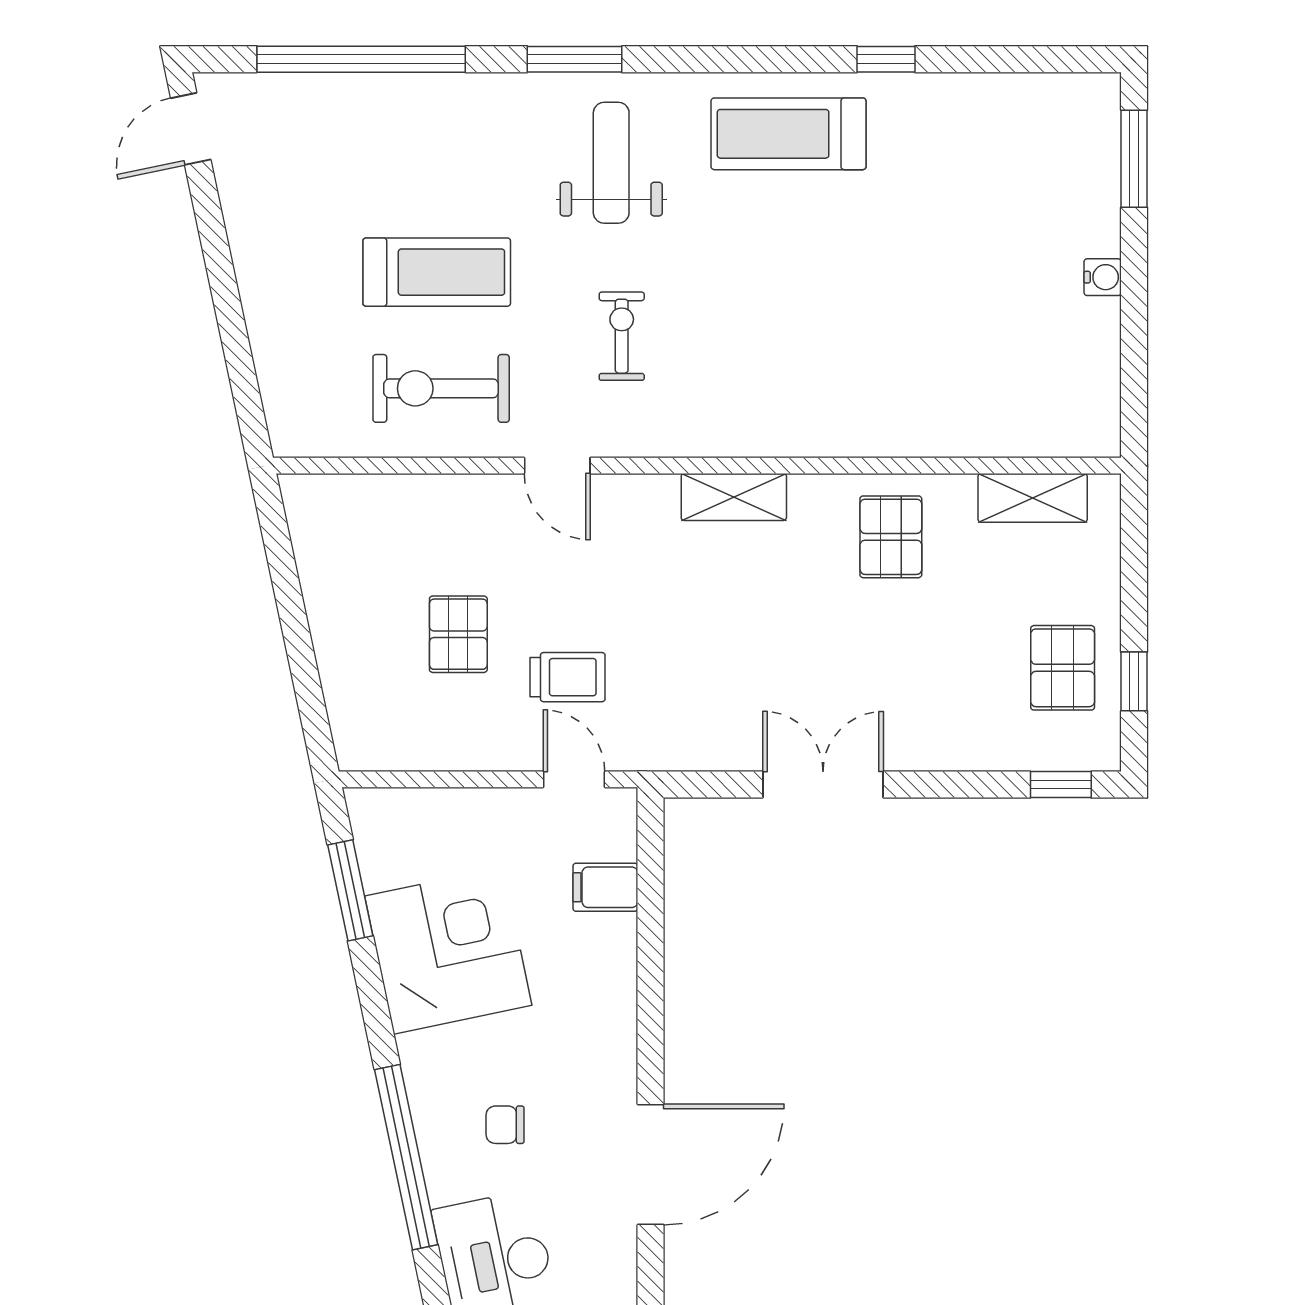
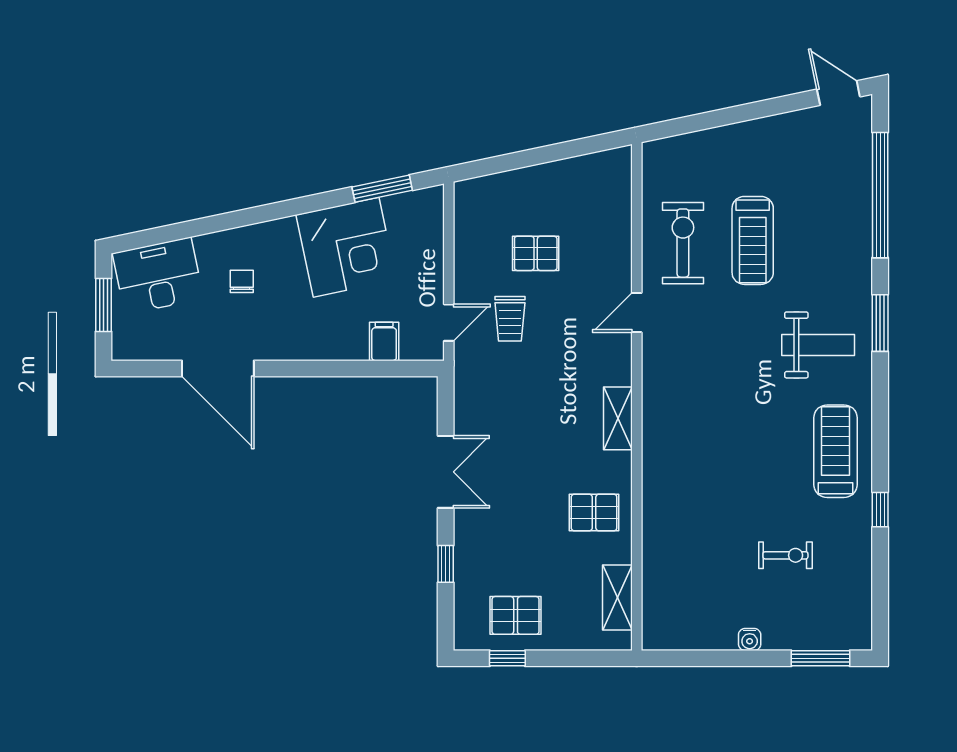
exercise bike: (622, 336) -> (785, 555), moved
window: (1061, 785) -> (446, 564), moved
window: (406, 1157) -> (222, 222), removed

